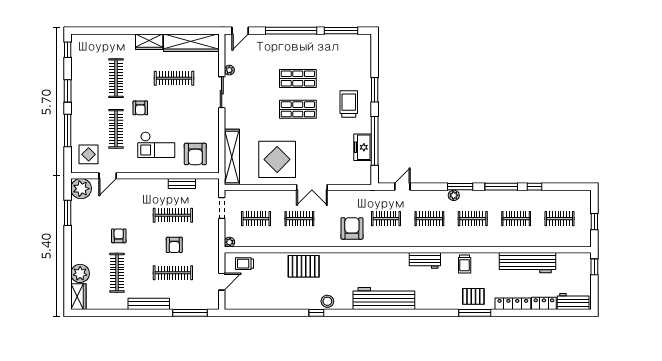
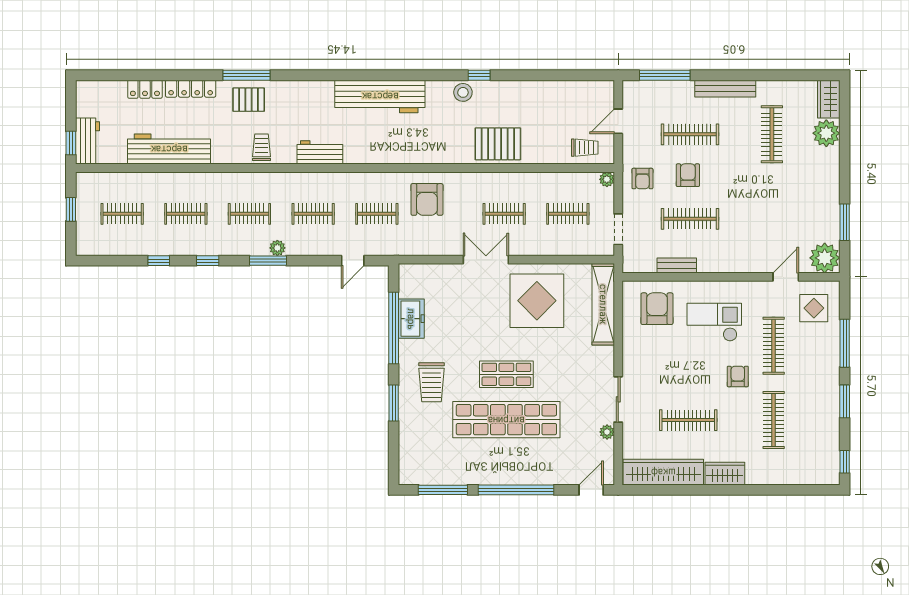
shop shelf: (298, 78) -> (506, 420), width x2.00, depth x1.36
window: (501, 187) -> (208, 261), width x0.46
armchair: (119, 236) -> (642, 179), moved
workbench: (573, 302) -> (88, 141), moved, turned -90

